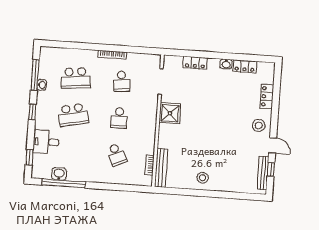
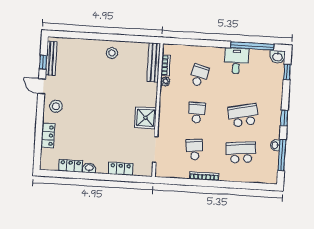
desk: (46, 142) -> (236, 61), moved, turned -90
plant: (150, 149) -> (165, 81), added
school desk: (117, 155) -> (199, 76), turned 39
washbasin: (59, 174) -> (278, 57), moved

